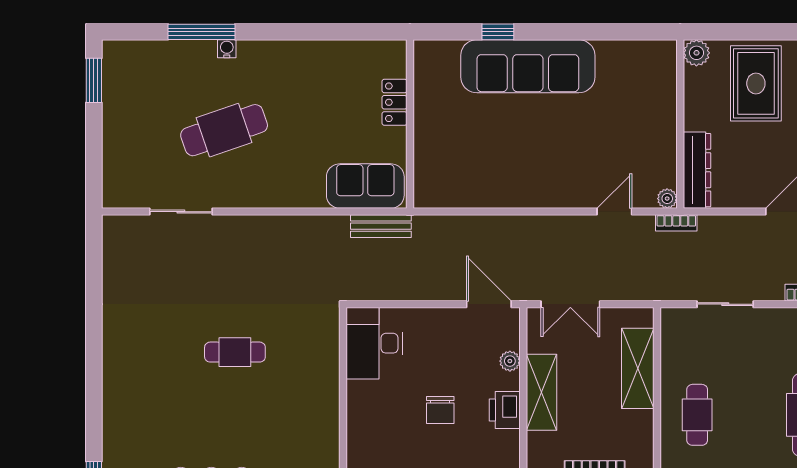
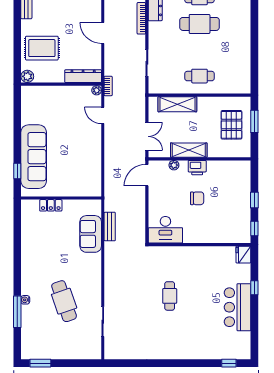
locker: (395, 102) -> (51, 205), moved
wall: (410, 124) -> (61, 198), moved

